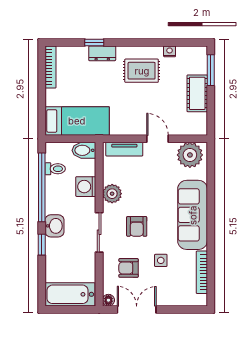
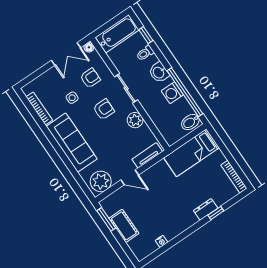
window: (211, 70) -> (106, 219), moved
rug: (142, 71) -> (171, 216), removed
bidet: (84, 150) -> (190, 122), moved, turned 180
toilet: (55, 169) -> (145, 53), moved
washing machine: (86, 187) -> (172, 93), moved, turned 180
armchair: (137, 226) -> (104, 109), turned 90
window: (42, 245) -> (146, 35), moved

